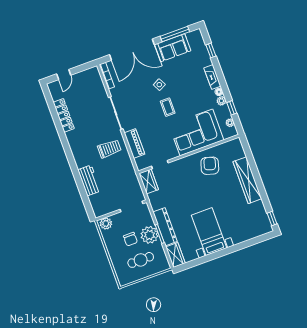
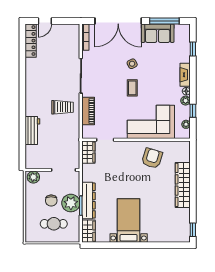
locker: (64, 115) -> (31, 41), moved

